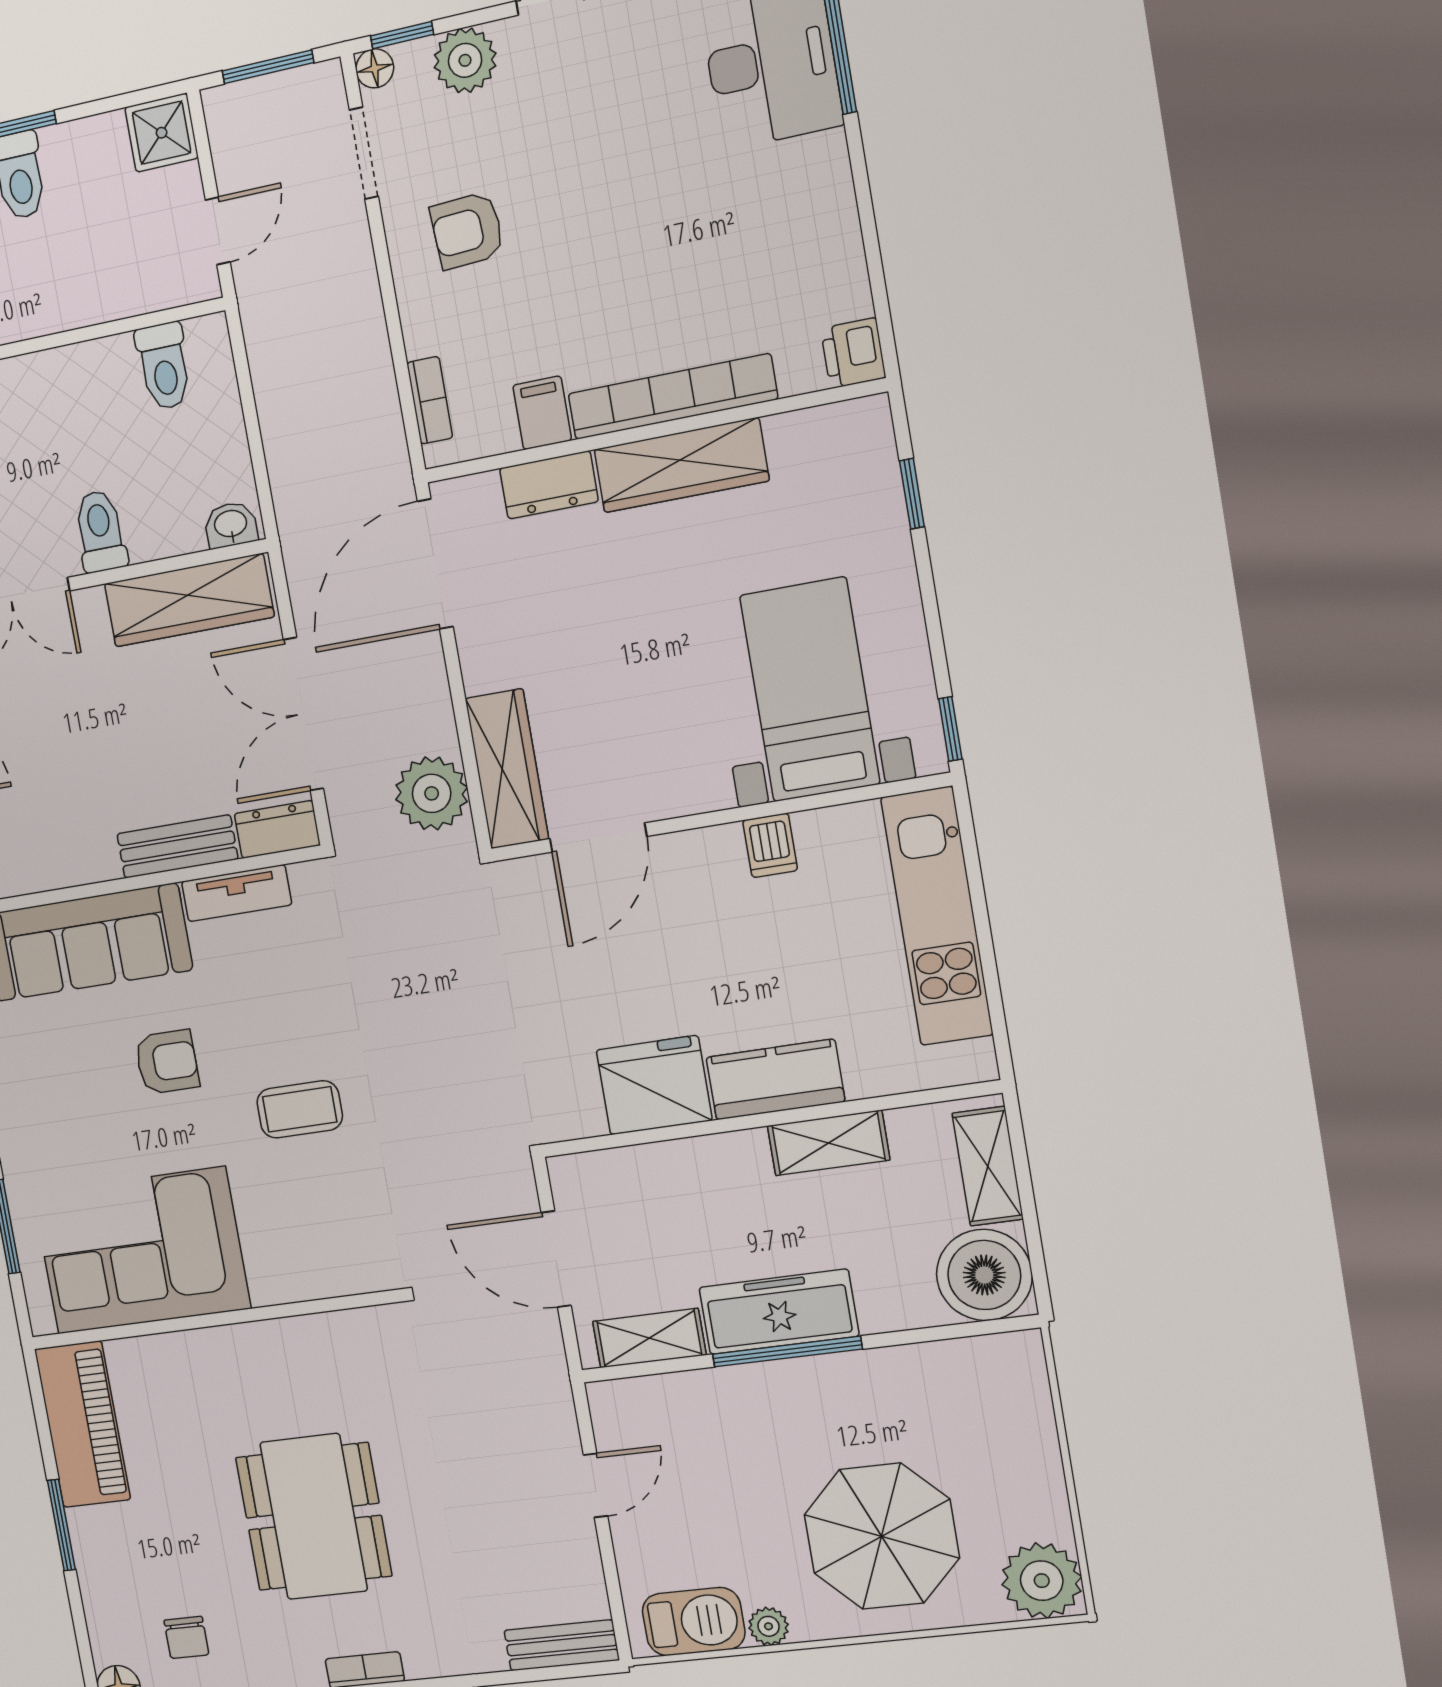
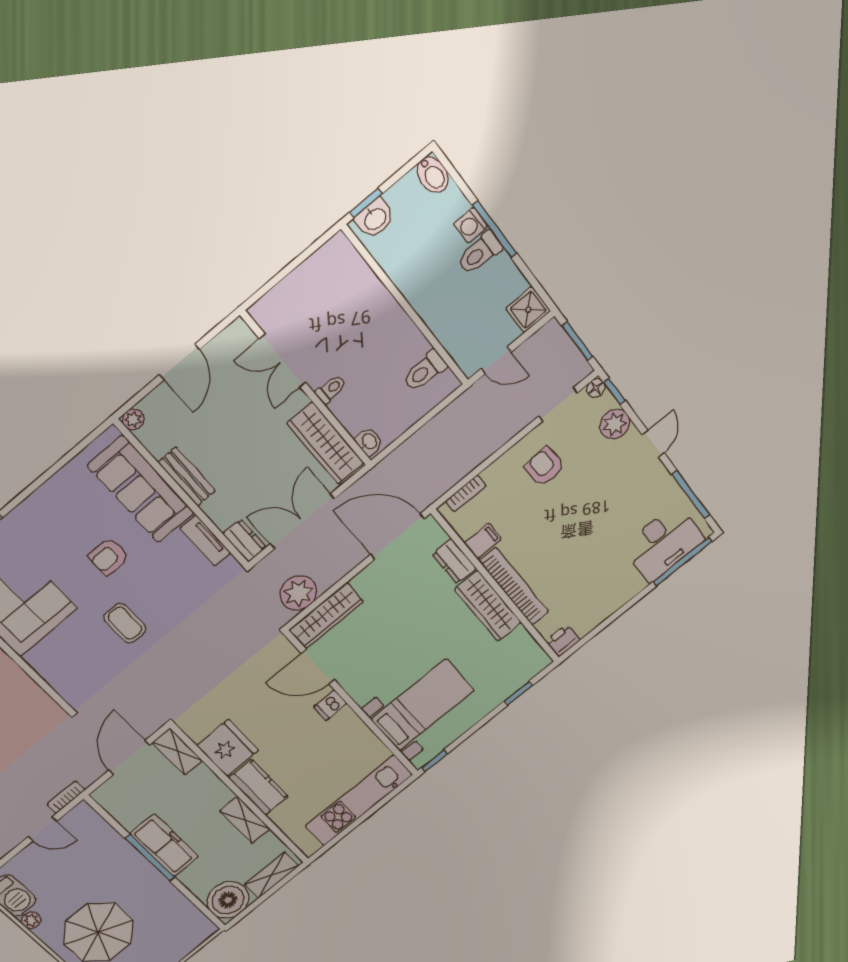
toilet: (100, 531) -> (331, 389), width x0.73, depth x0.72
dishwasher: (770, 845) -> (330, 705), moved
bench: (177, 846) -> (187, 477), moved
armchair: (167, 1062) -> (109, 556), turned 90
shelving: (649, 1338) -> (177, 752), moved
bookcase: (560, 1408) -> (66, 797), added

